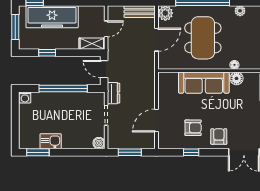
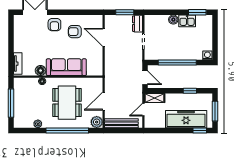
bench: (140, 12) -> (121, 123), width x1.36
dresser: (113, 93) -> (138, 24), moved
door: (157, 120) -> (104, 37), swing flipped
boiler: (99, 143) -> (173, 20), moved
window: (191, 152) -> (76, 12), removed

